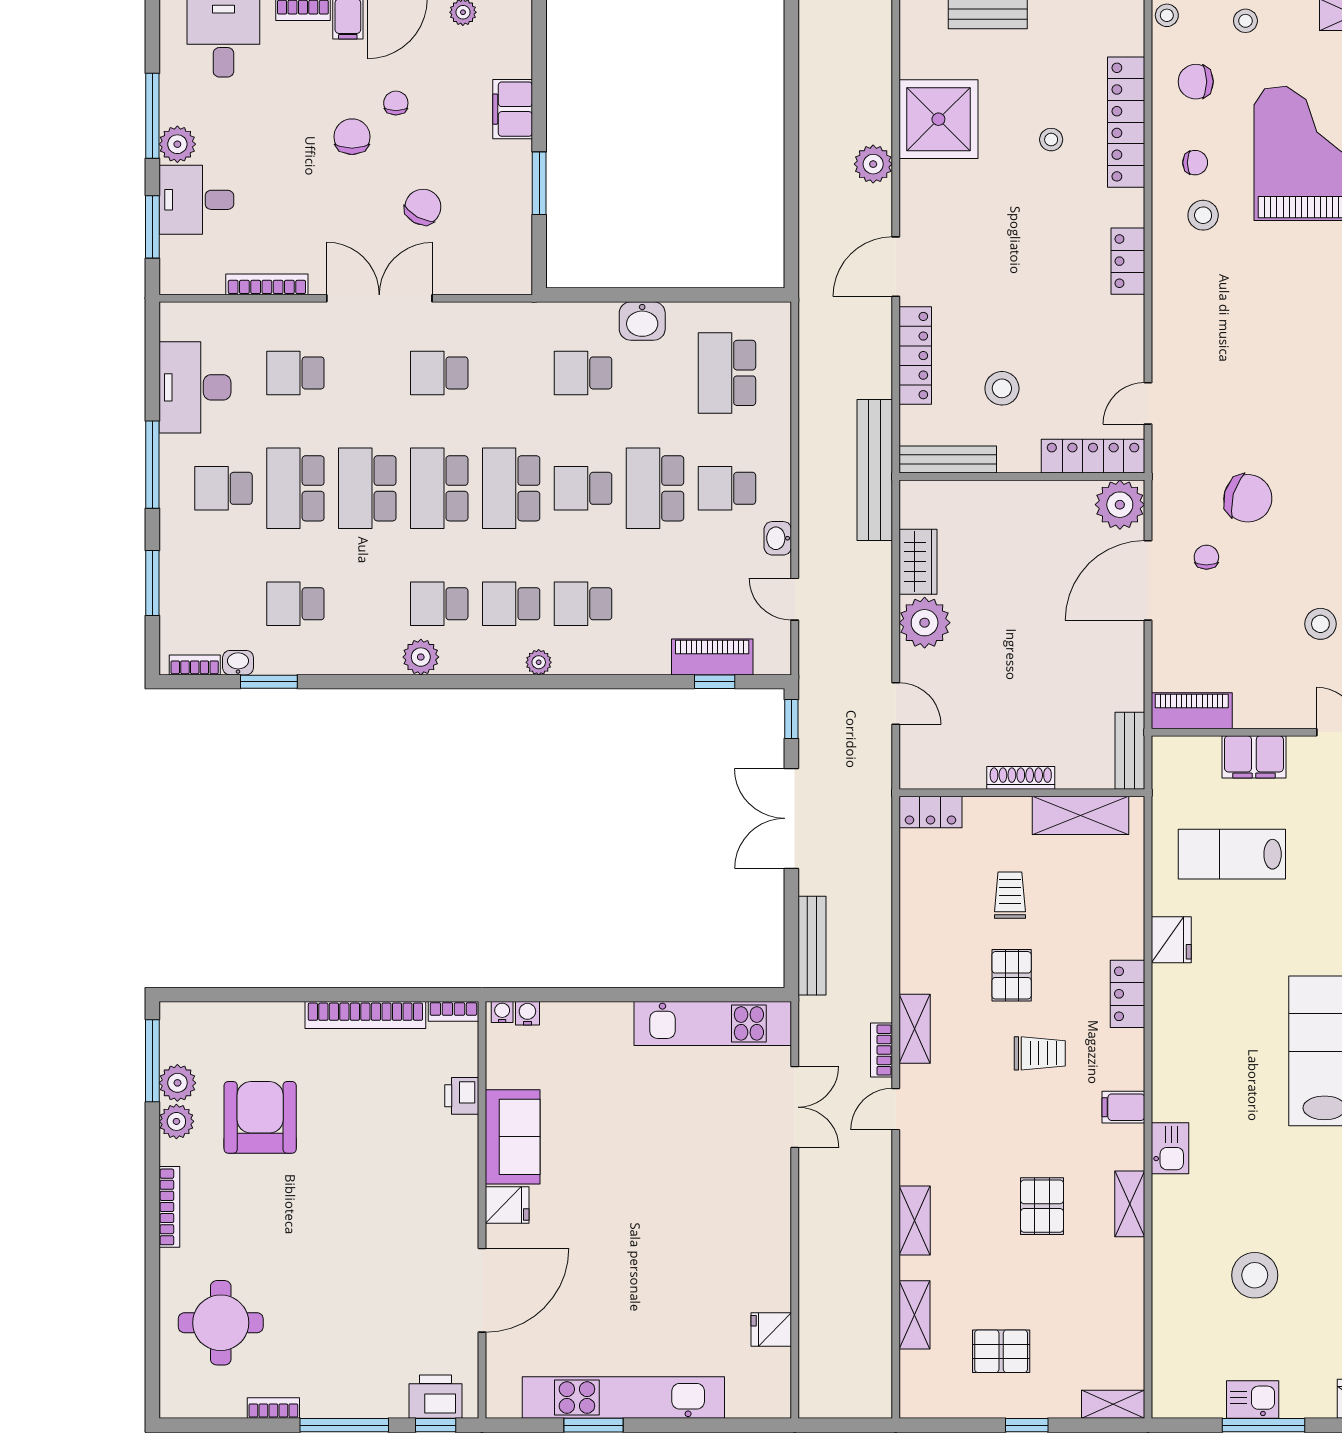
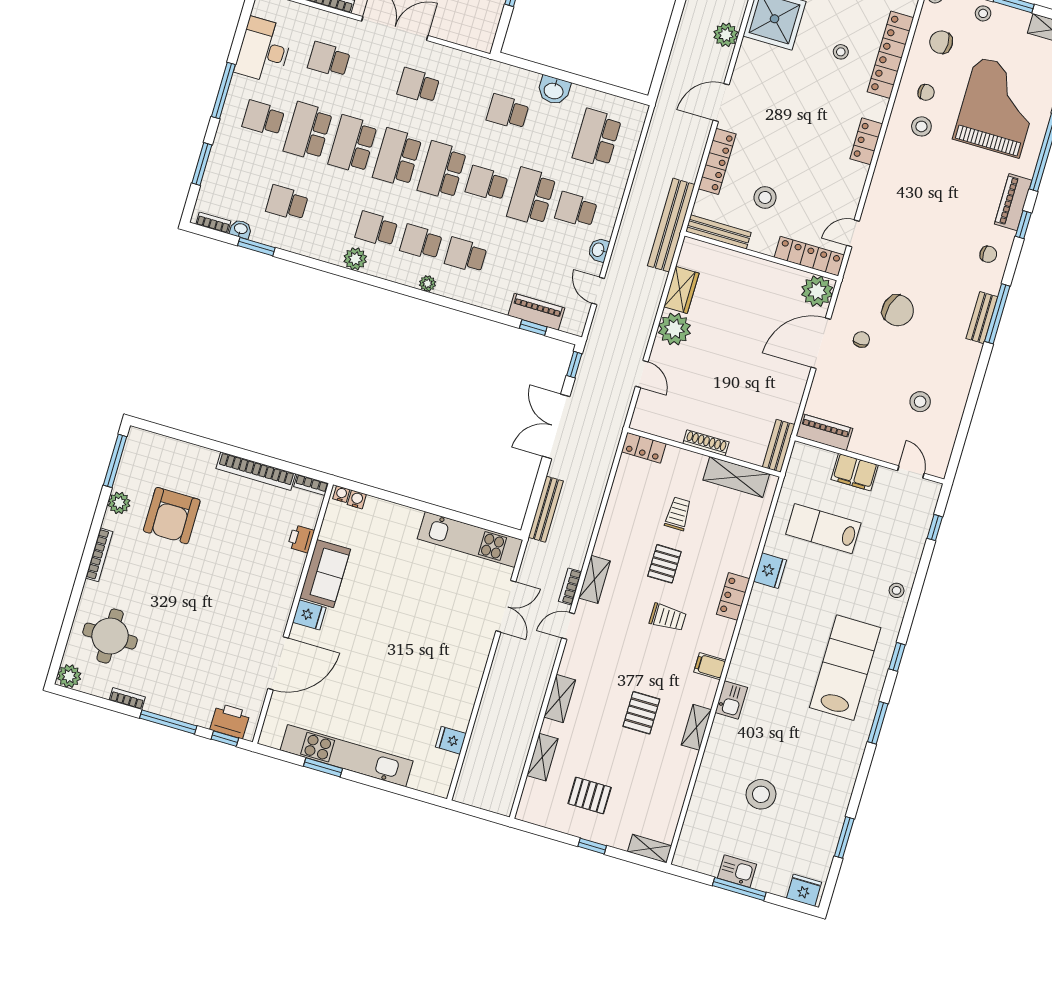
plant: (177, 1083) -> (69, 676), moved
armchair: (260, 1117) -> (172, 516), turned 180

